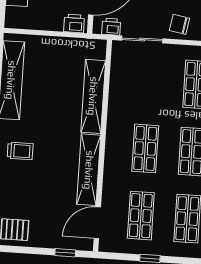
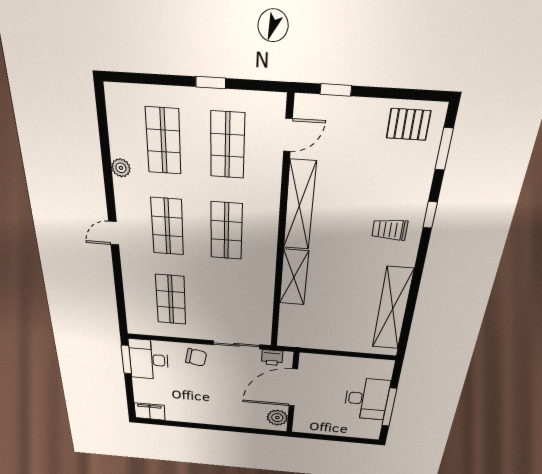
printer: (74, 23) -> (314, 362), removed
shelving: (93, 96) -> (294, 277), width x0.68
door: (97, 223) -> (288, 135), width x0.73

